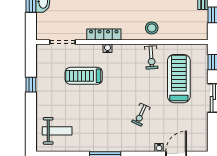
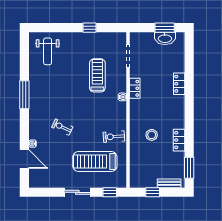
stool: (152, 28) -> (152, 135), moved
locker: (104, 35) -> (135, 88), width x0.66
treadmill: (179, 79) -> (95, 162), turned 180

